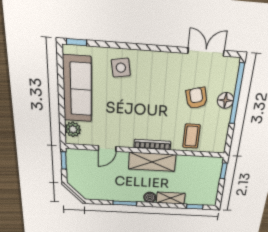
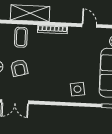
door: (107, 148) -> (89, 26), hinge flipped
shelving: (152, 162) -> (30, 13), moved

